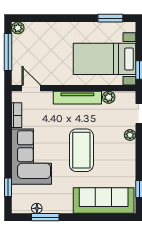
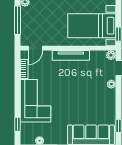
door: (31, 88) -> (35, 48), swing flipped
plant: (109, 97) -> (111, 55), moved
coffee table: (81, 150) -> (74, 96), removed

